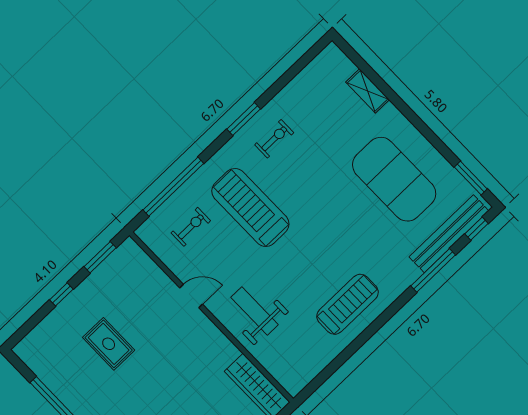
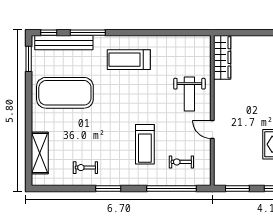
shelving: (368, 91) -> (40, 153), width x1.50, depth x1.33
exercise bike: (274, 139) -> (85, 168), moved
exercise mat: (394, 179) -> (65, 93), turned 90
treadmill: (250, 208) -> (145, 144), width x0.73, depth x0.73
treadmill: (347, 304) -> (129, 60), moved

